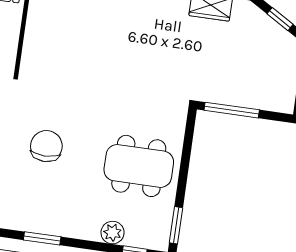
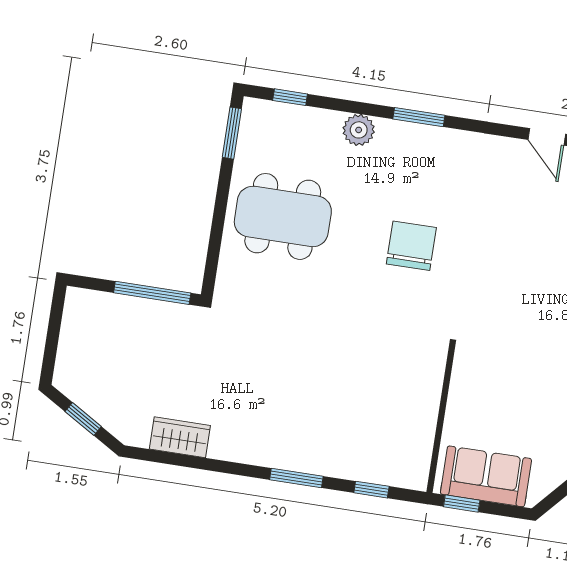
chair: (46, 146) -> (411, 246), turned 180
plant: (113, 233) -> (359, 130), moved

